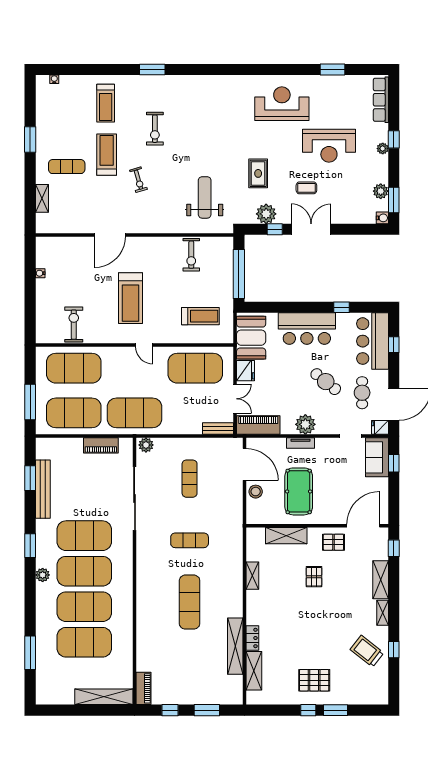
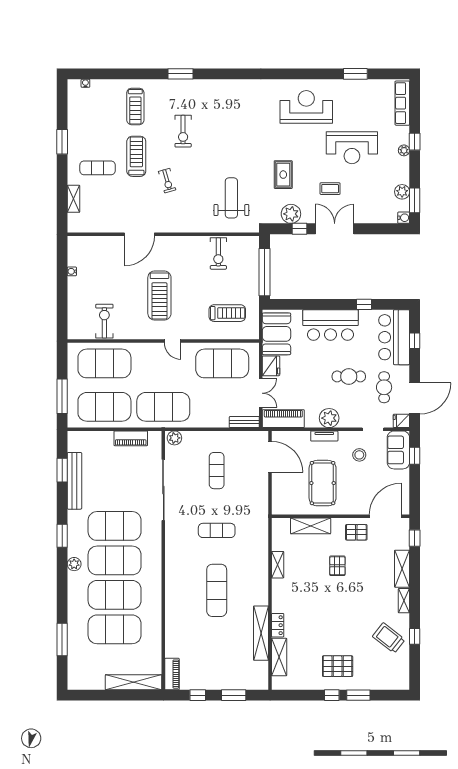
cafe table: (326, 382) -> (349, 376), turned -39
stool: (256, 492) -> (359, 455), moved

